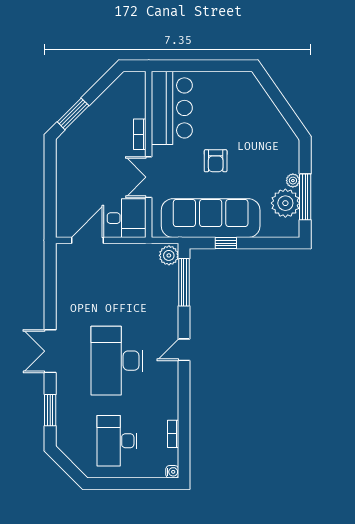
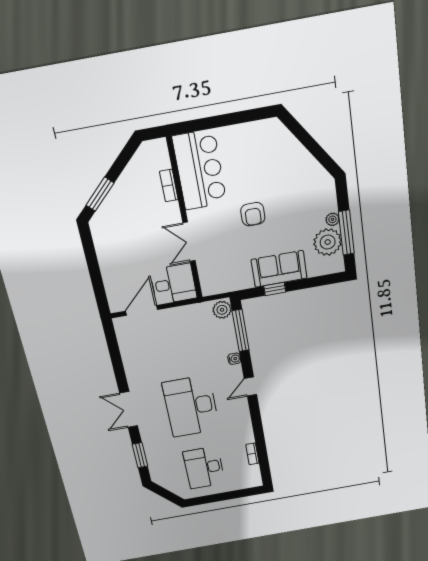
bookcase: (140, 134) -> (169, 186), moved
sofa: (211, 218) -> (279, 269), width x0.54, depth x0.79
water cooler: (172, 472) -> (234, 359), moved

